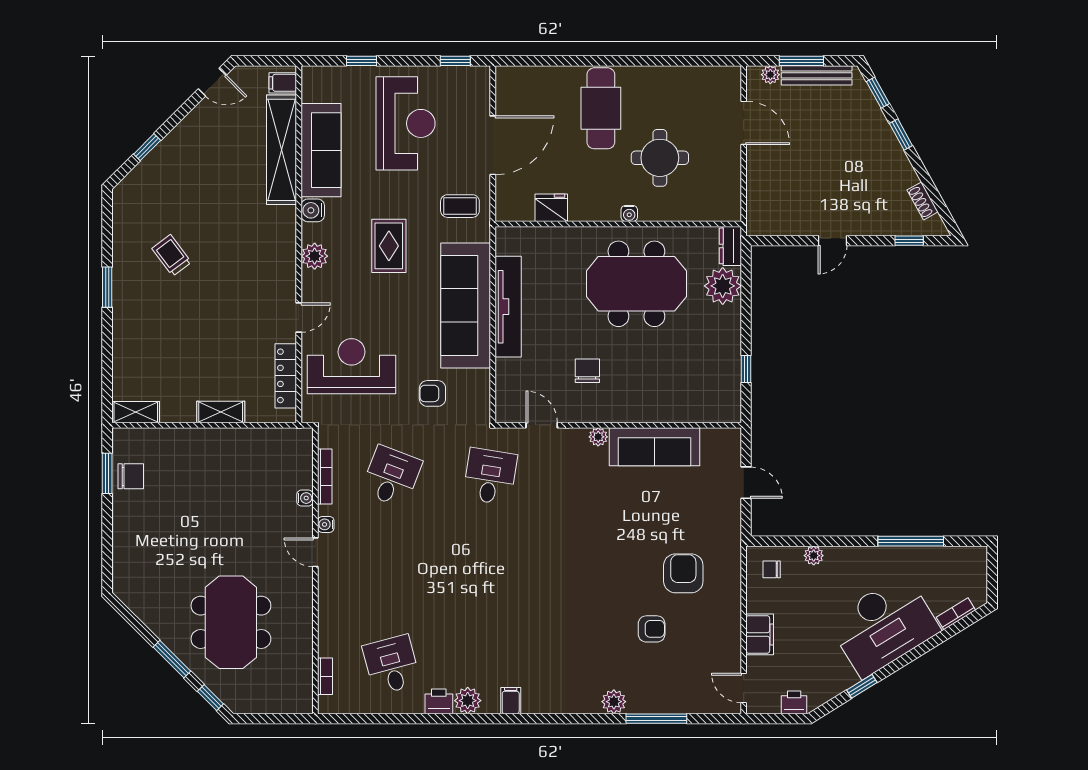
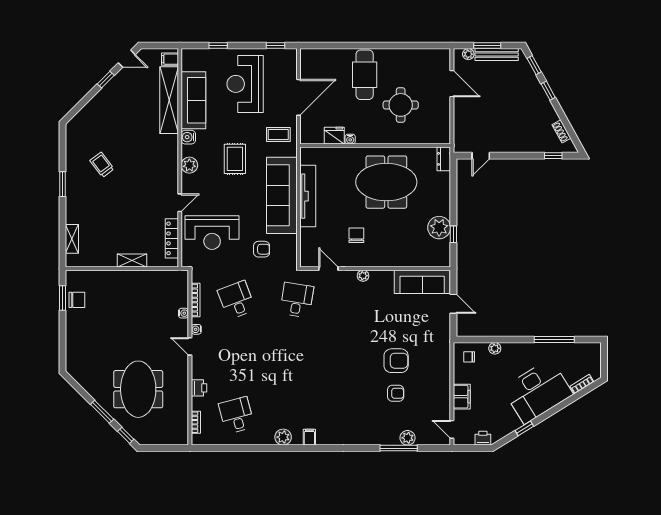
reception desk: (406, 123) -> (245, 84), turned 180
window: (147, 147) -> (106, 80), moved
water cooler: (629, 213) -> (350, 139), moved
door: (832, 241) -> (481, 156), moved
plant: (723, 286) -> (439, 228), moved
reception desk: (352, 366) -> (212, 233), turned 180
armchair: (432, 393) -> (262, 249), turned 180
shelving: (136, 412) -> (72, 239), moved, turned 90
sofa: (655, 447) -> (422, 282), moved
desk: (391, 476) -> (236, 300), turned -42
armchair: (683, 573) -> (396, 361), moved, turned 90
printer: (439, 701) -> (199, 388), moved, turned 90
plant: (614, 702) -> (408, 438), moved

